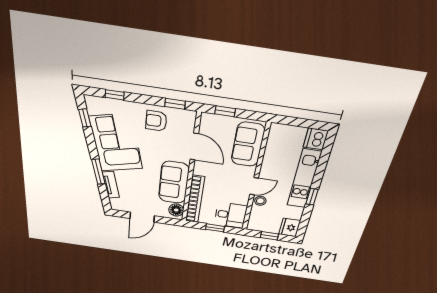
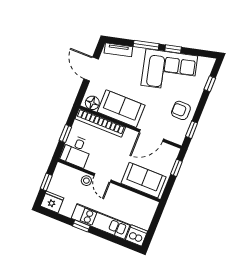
window: (85, 118) -> (173, 49), moved
armchair: (156, 121) -> (181, 110), turned -90
tv unit: (111, 185) -> (118, 50), moved

